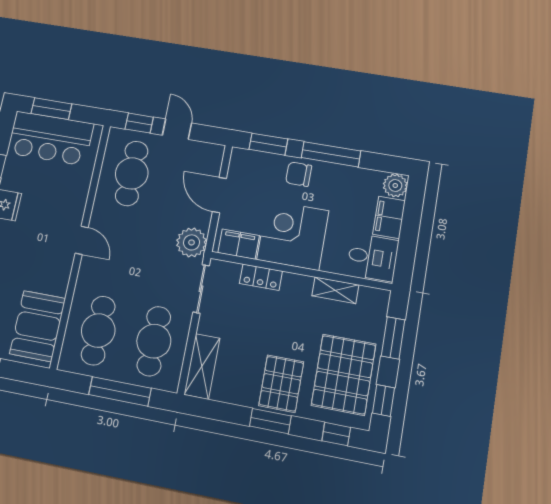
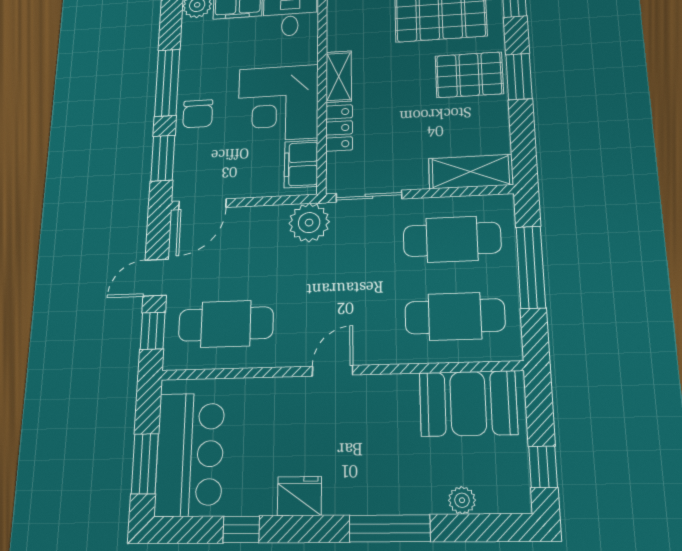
door: (219, 195) -> (202, 204), moved
shelving: (335, 290) -> (339, 77), moved

